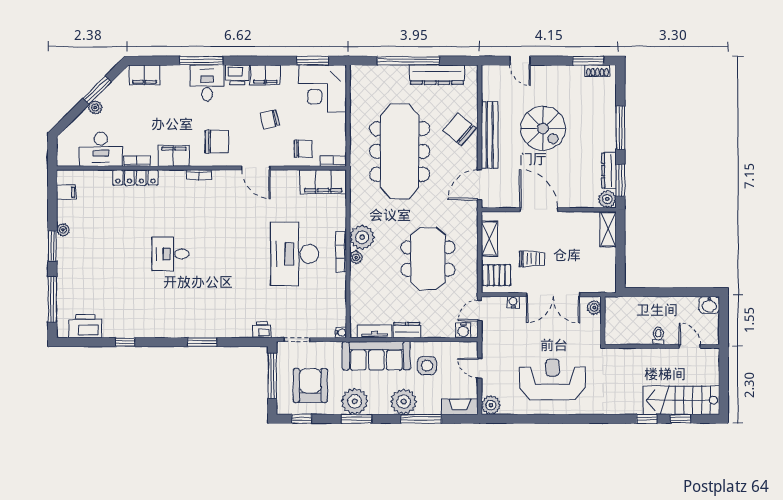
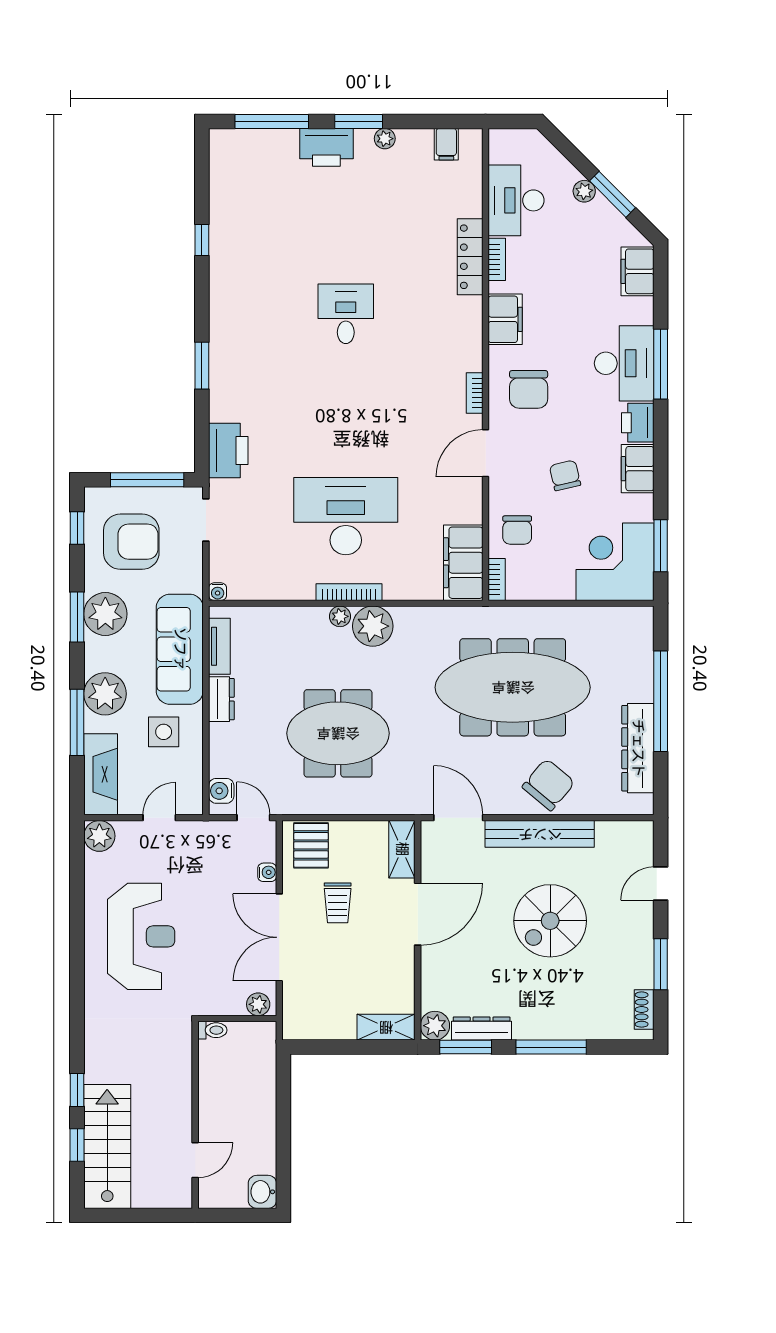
window: (588, 61) -> (661, 964), moved
desk: (207, 83) -> (624, 363), width x1.37
bookcase: (199, 175) -> (475, 393), moved
shelving: (489, 239) -> (402, 849), moved, turned 90
printer: (85, 326) -> (326, 147), moved, turned 90
printer: (262, 330) -> (228, 450), width x1.87, depth x1.48
toilet: (658, 336) -> (212, 1030), moved
fireplace: (460, 407) -> (101, 774), width x1.37, depth x1.32

